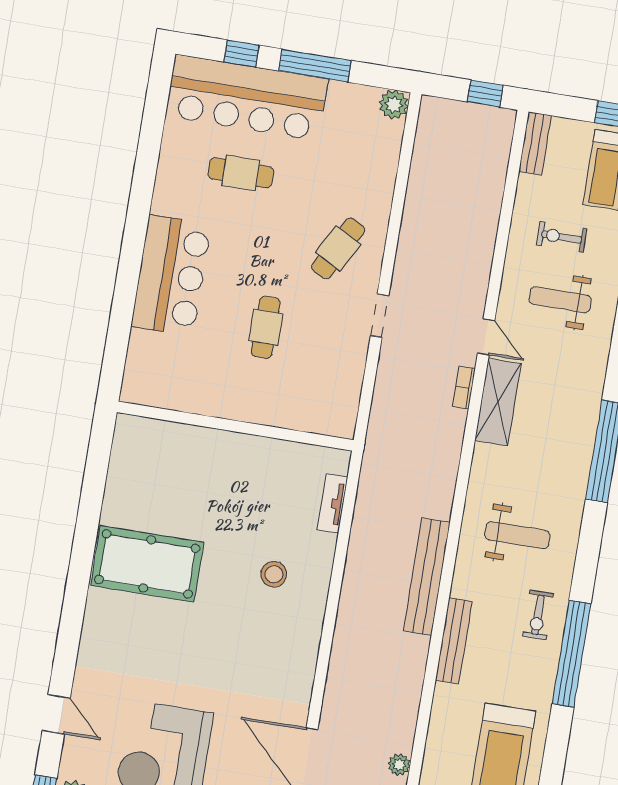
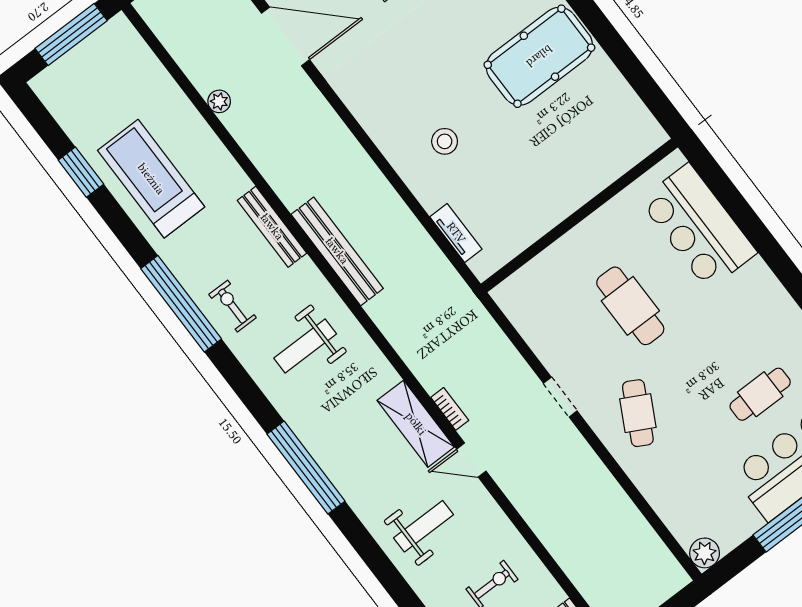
bar counter: (171, 276) -> (698, 226), moved
weight bench: (560, 300) -> (424, 526), moved
cafe table: (266, 327) -> (630, 306), width x1.37, depth x1.35

